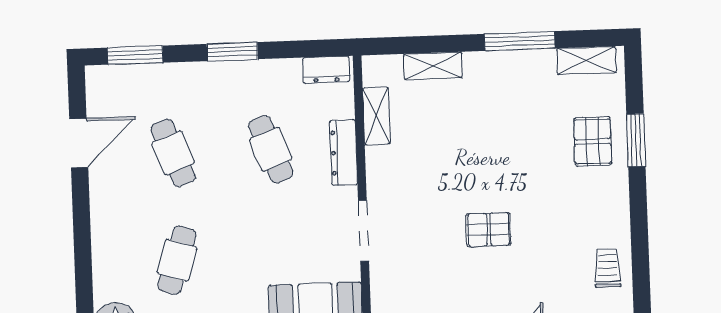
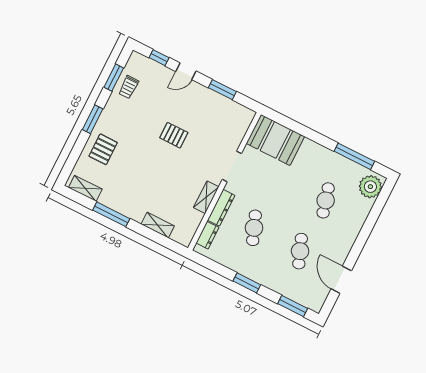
dresser: (326, 70) -> (207, 235), moved, turned 90
shelving: (376, 116) -> (206, 197), moved
window: (636, 140) -> (93, 119), moved
door: (79, 143) -> (341, 280), hinge flipped
cafe table: (177, 260) -> (326, 200), turned -33
window: (641, 270) -> (114, 78), added

